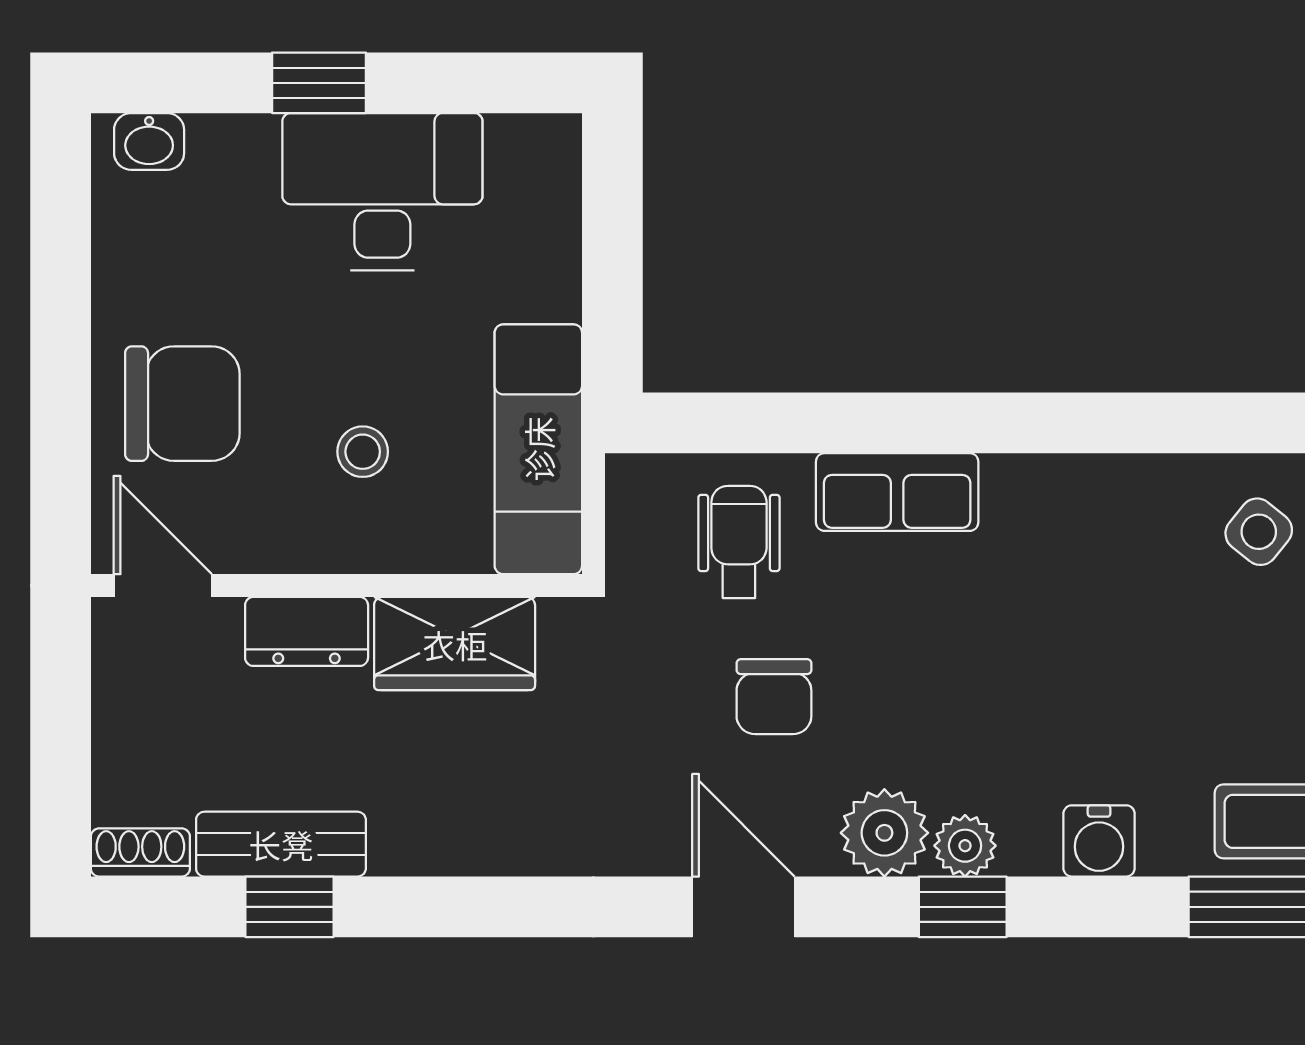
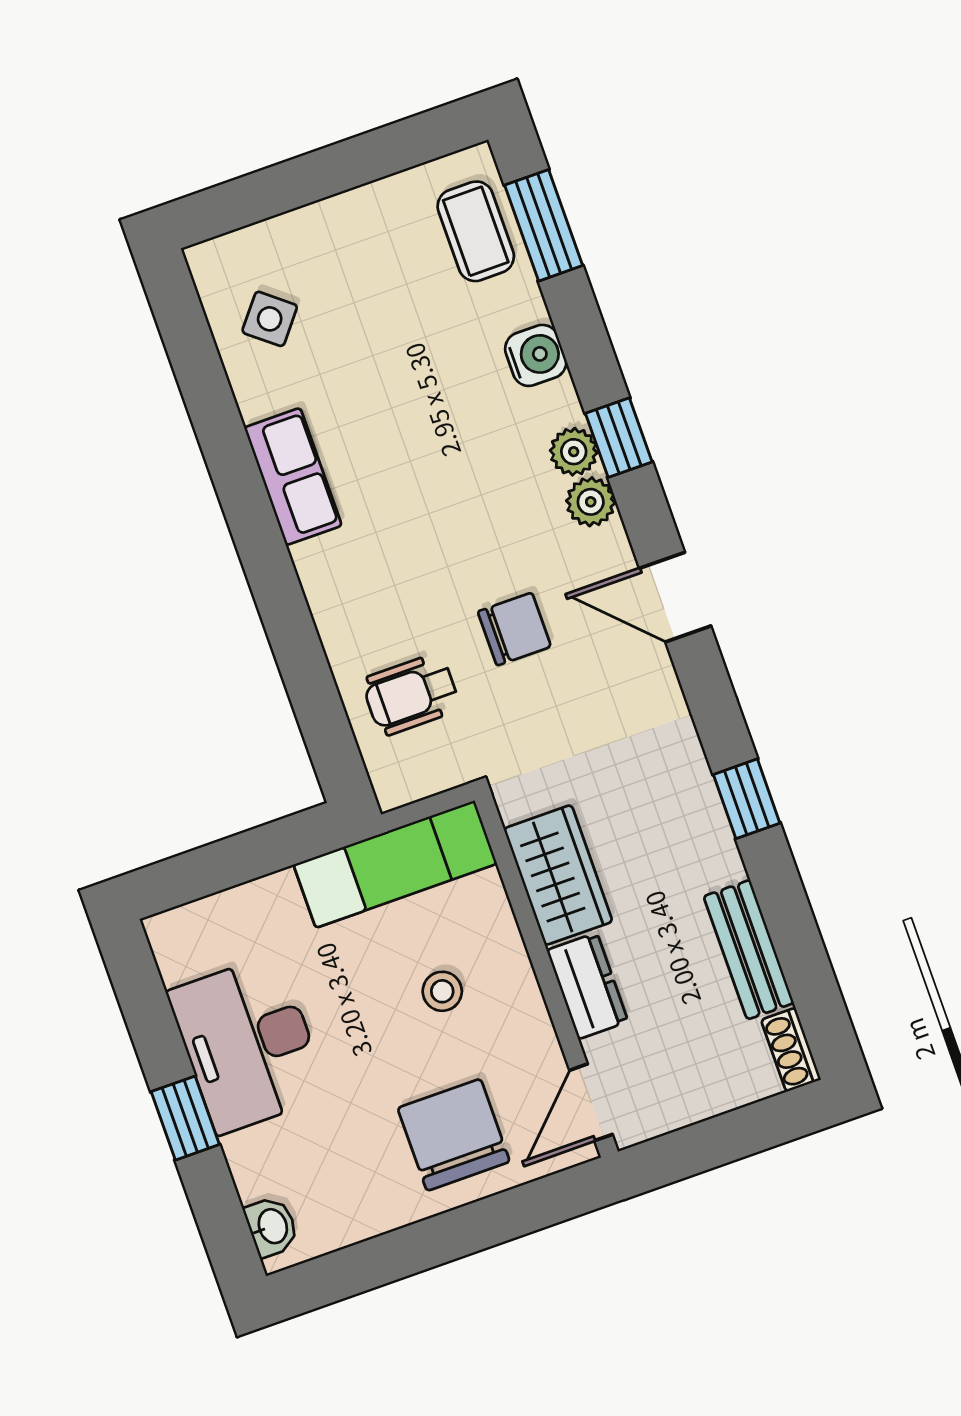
row of seats: (897, 492) -> (293, 477), moved
plant: (884, 833) -> (591, 502), width x0.73, depth x0.73
window: (290, 907) -> (747, 799), moved
door: (743, 907) -> (675, 597), hinge flipped

